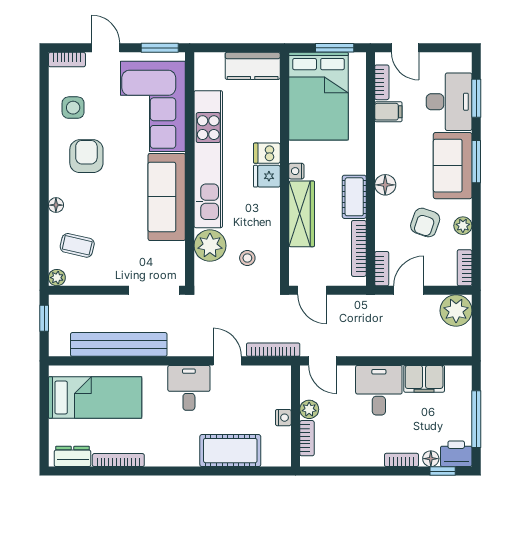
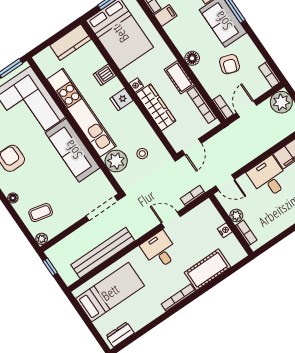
dishwasher: (267, 153) -> (105, 75), moved
plant: (463, 226) -> (252, 51), removed
door: (312, 290) -> (192, 147), hinge flipped
bookcase: (273, 350) -> (193, 196), width x0.64
bookcase: (118, 460) -> (178, 298), moved

